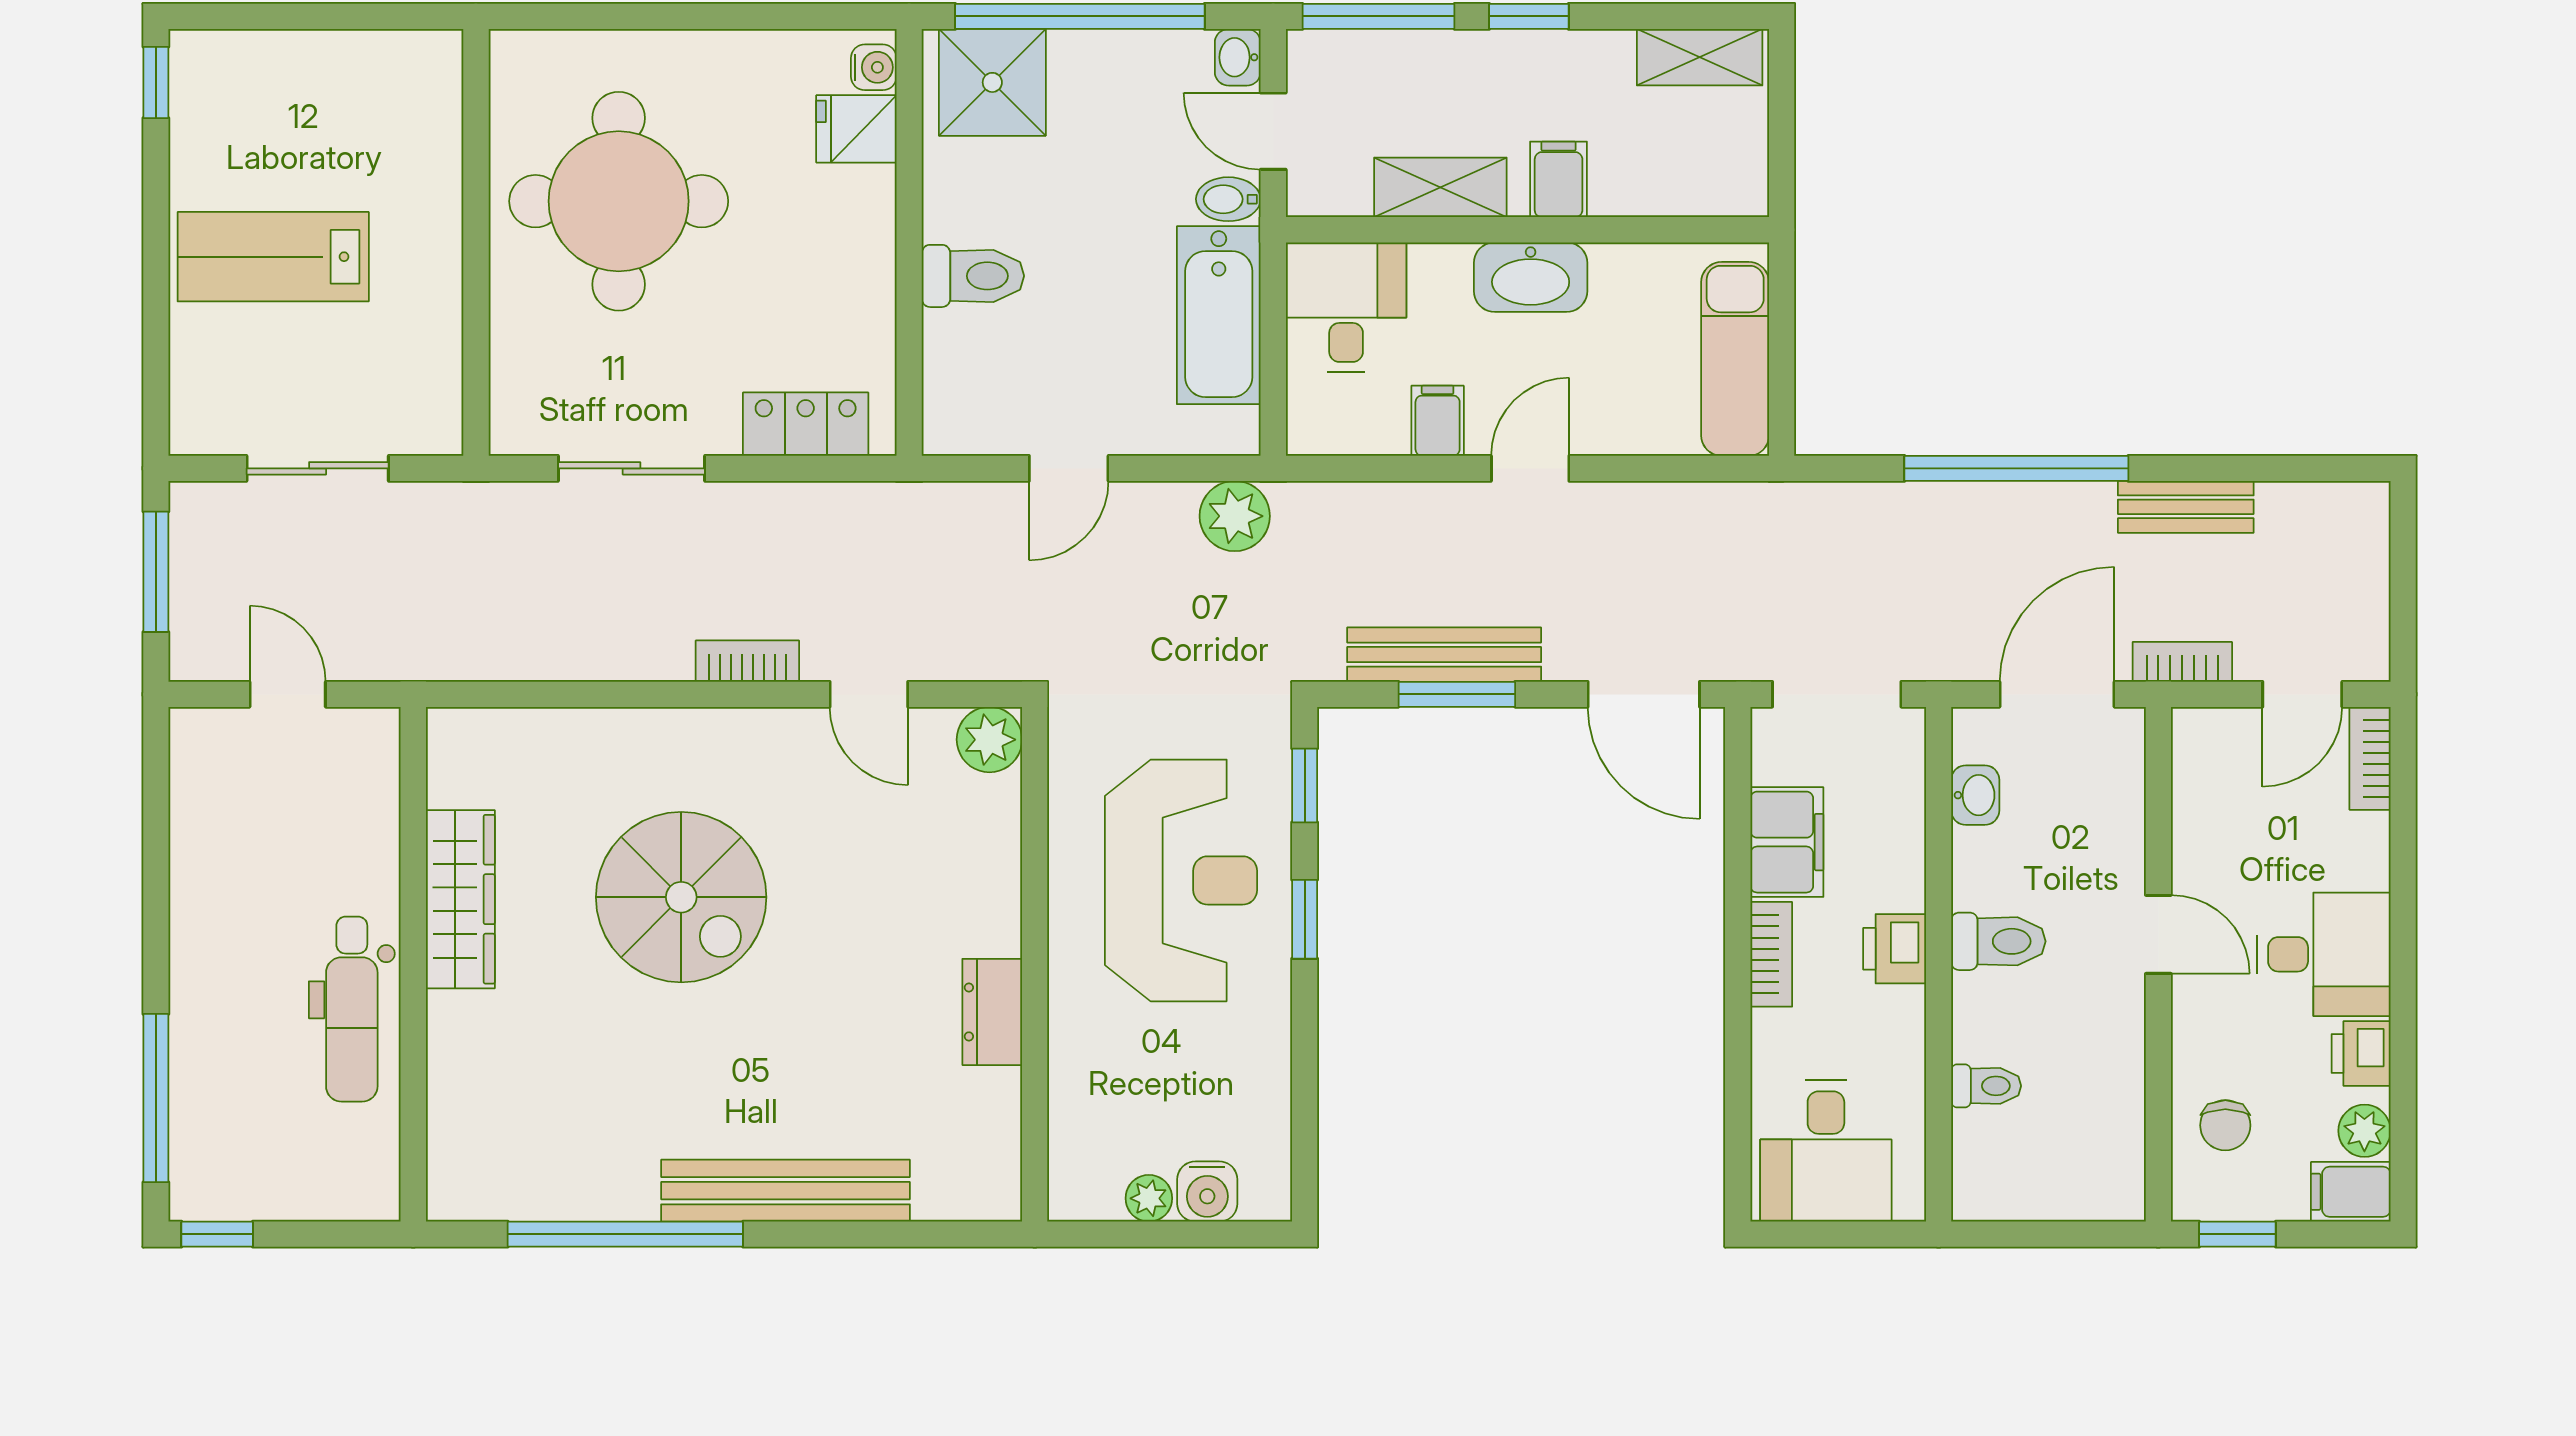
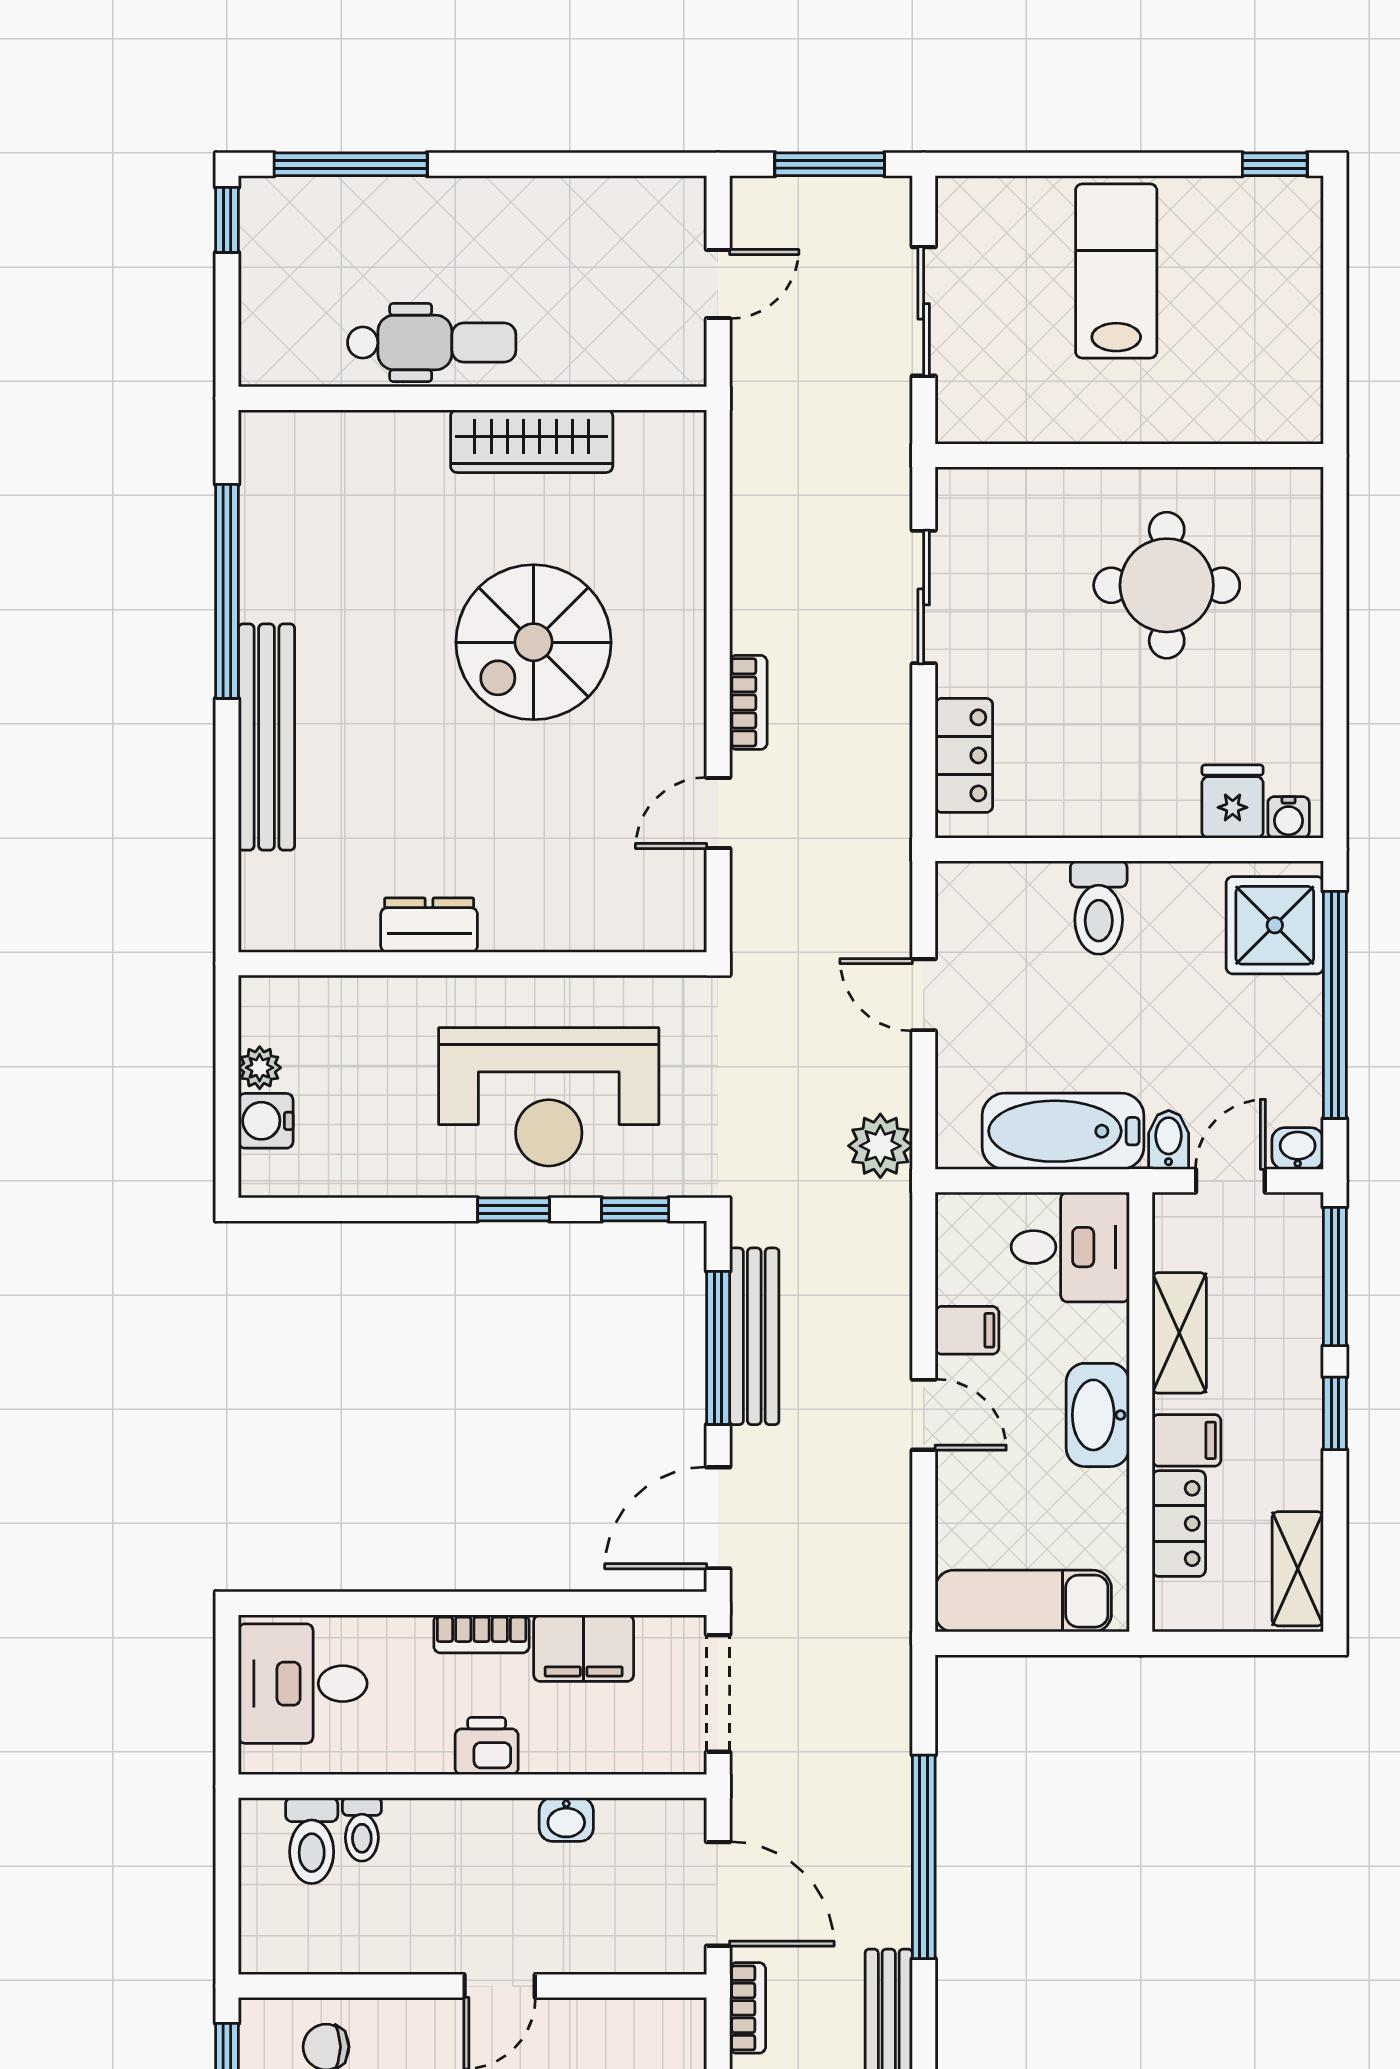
locker: (1650, 188) -> (1179, 1524), added
round table: (619, 201) -> (1167, 585), width x0.73, depth x0.73
window: (1457, 694) -> (718, 1348), width x1.44
plant: (989, 740) -> (677, 923), removed
washbasin: (1975, 795) -> (566, 1819), moved
toilet: (1998, 941) -> (312, 1841), moved
dental chair: (352, 1009) -> (432, 342), turned 180

